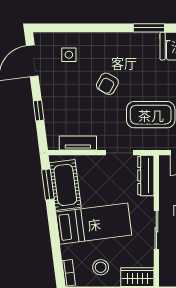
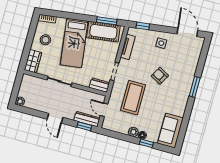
window: (149, 28) -> (195, 87), moved
side table: (69, 55) -> (161, 43), moved
window: (39, 111) -> (143, 26), moved
dresser: (146, 176) -> (99, 85), width x0.70

